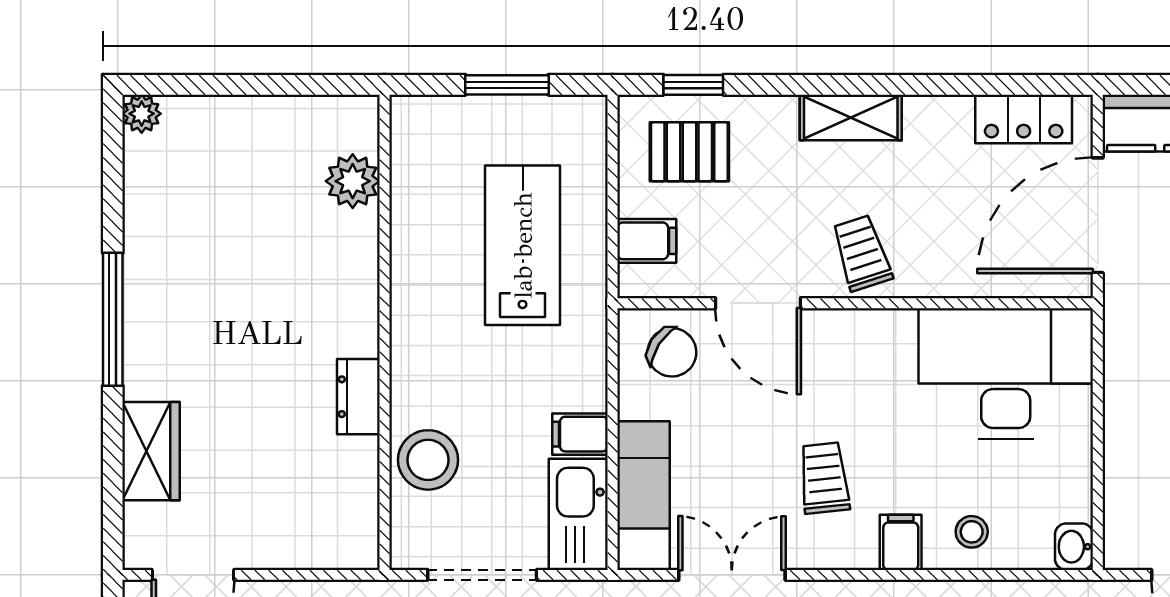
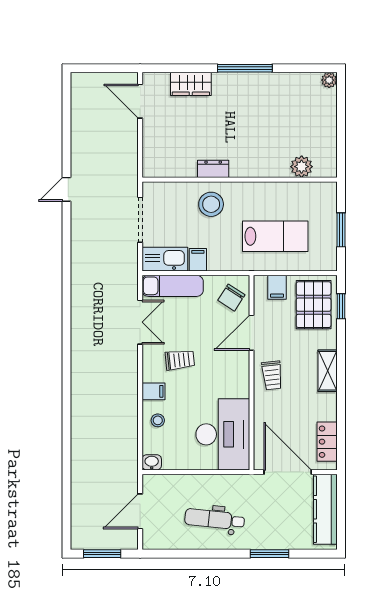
pallet: (689, 152) -> (314, 305), width x1.50, depth x1.42
trolley: (862, 253) -> (272, 375), turned 102
stool: (428, 460) -> (211, 204), moved

